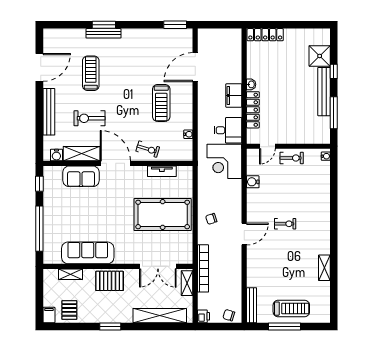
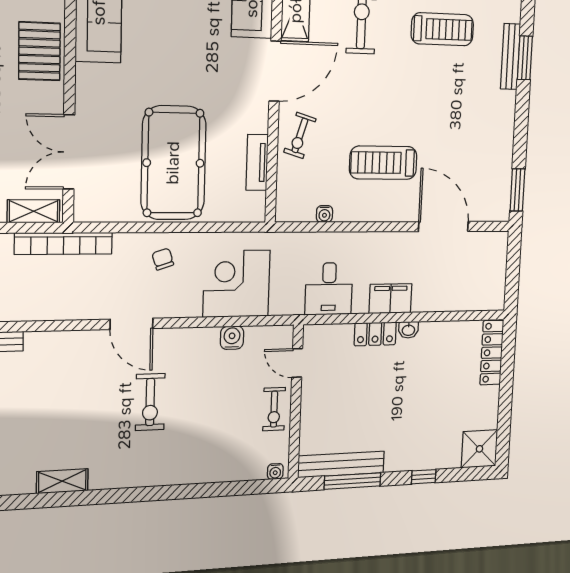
shower: (320, 56) -> (479, 449), moved
bench: (324, 92) -> (341, 464), moved
locker: (253, 110) -> (375, 334), width x0.66
corner desk: (224, 161) -> (236, 284), moved
exercise bike: (285, 224) -> (150, 402), width x1.38, depth x1.39

